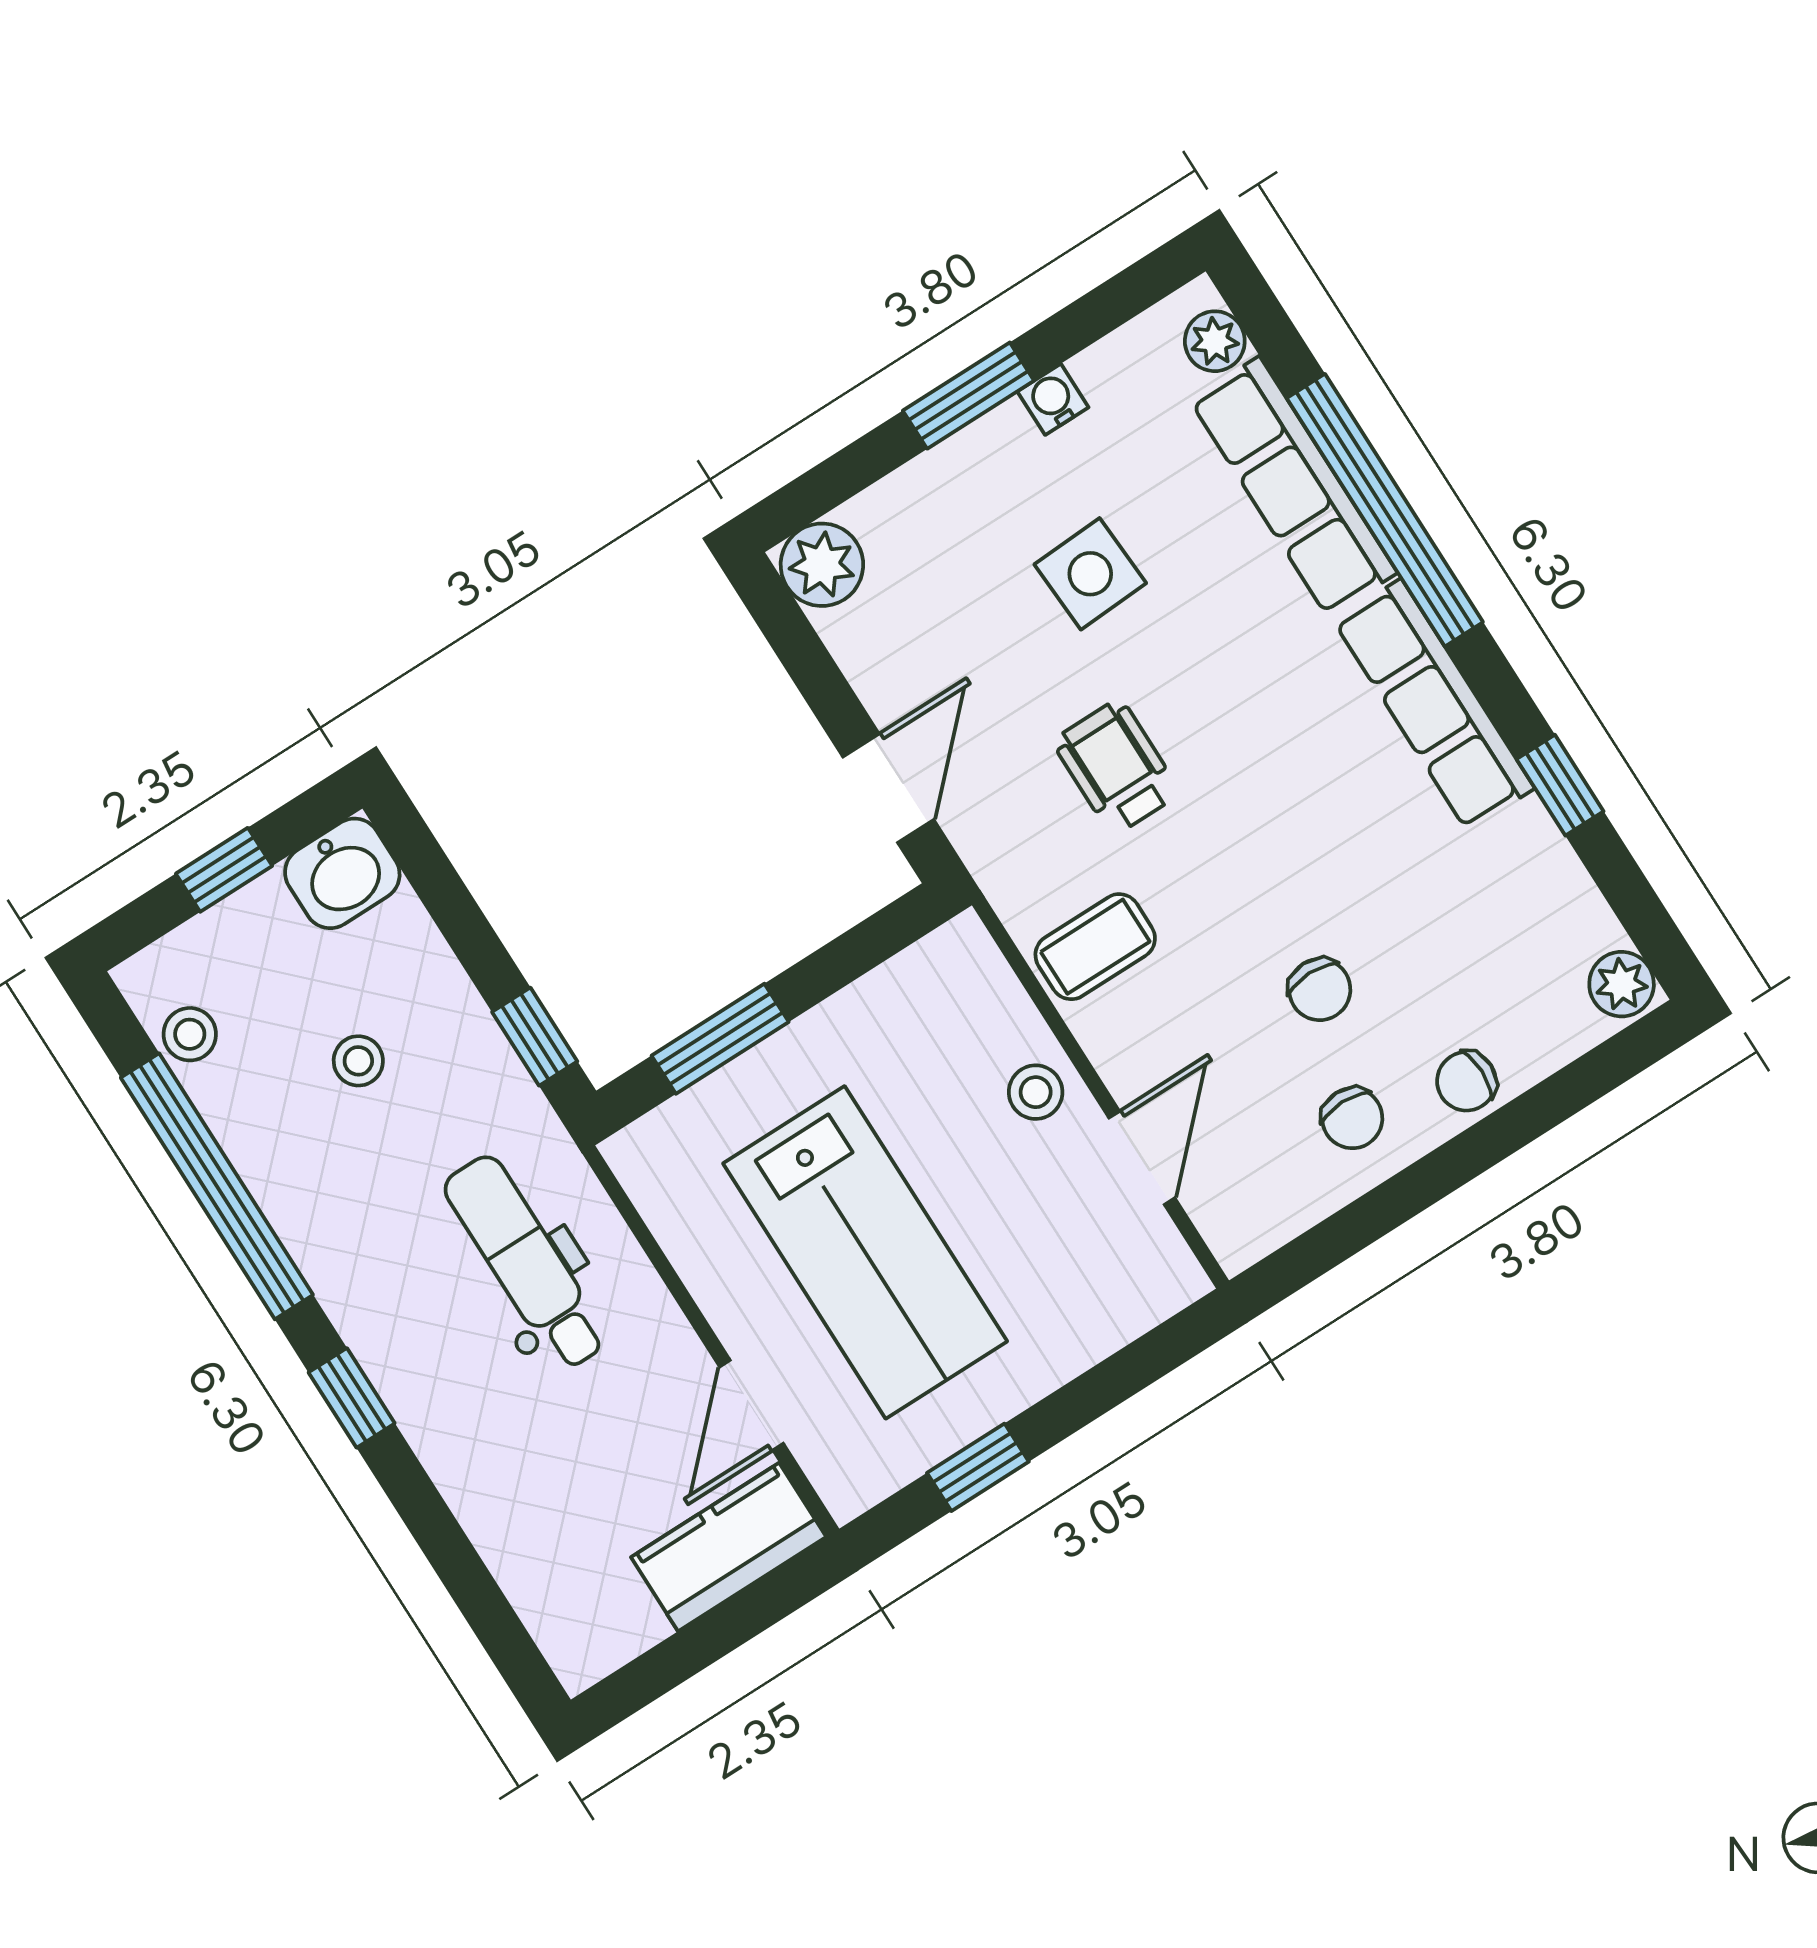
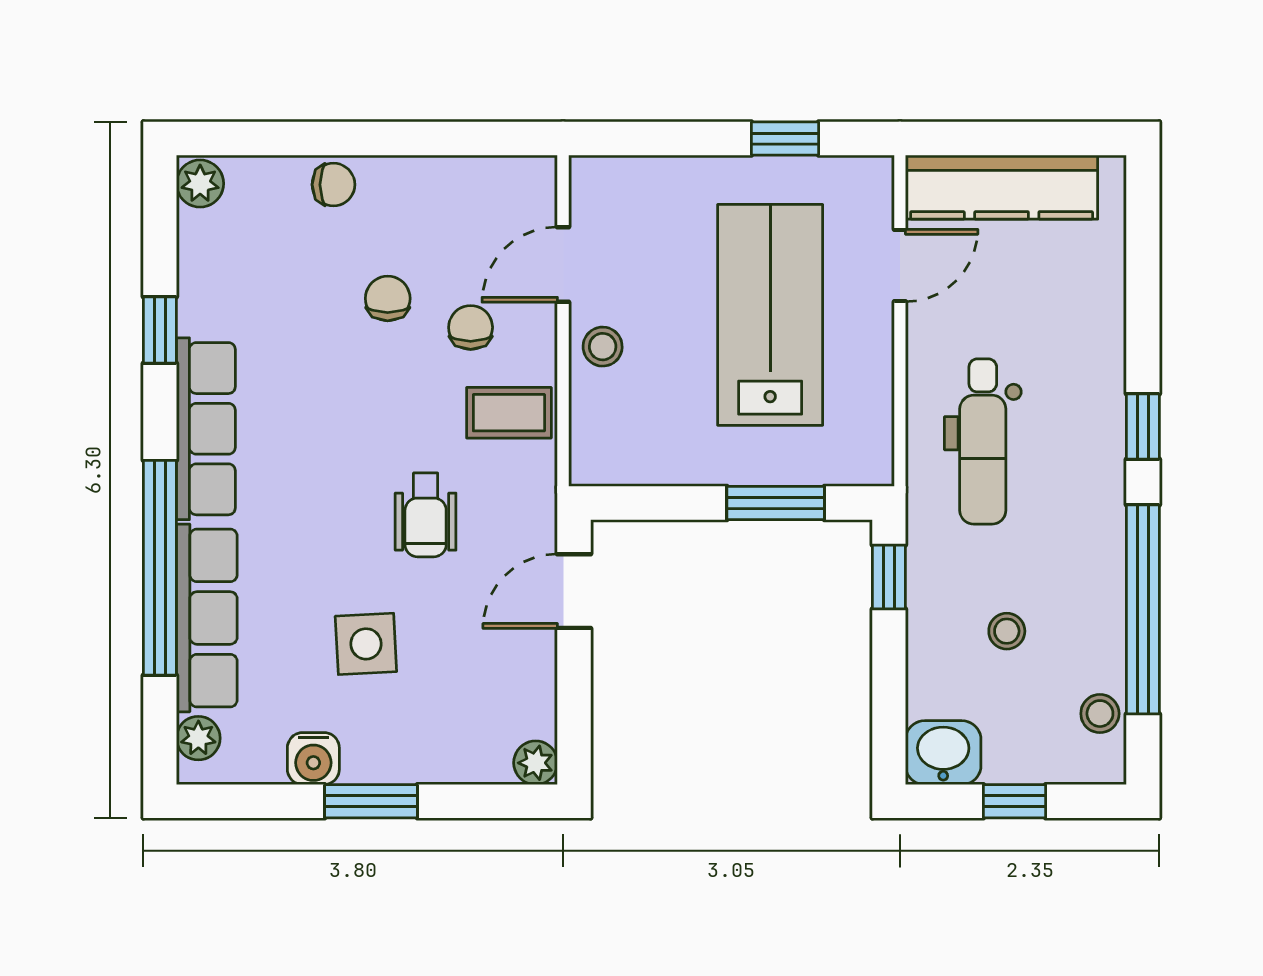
water cooler: (1053, 399) -> (313, 759), width x1.38, depth x1.38
plant: (822, 565) -> (536, 763), width x0.73, depth x0.73
chair: (1352, 1118) -> (471, 327), moved
kitchen counter: (729, 1547) -> (1002, 187), width x1.50

